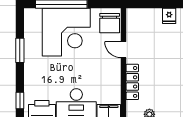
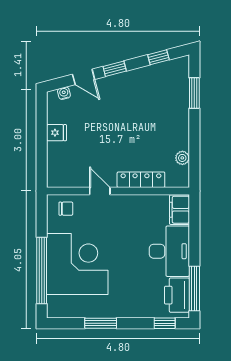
chair: (110, 23) -> (66, 209), width x0.54, depth x0.54
door: (123, 50) -> (100, 191), swing flipped

